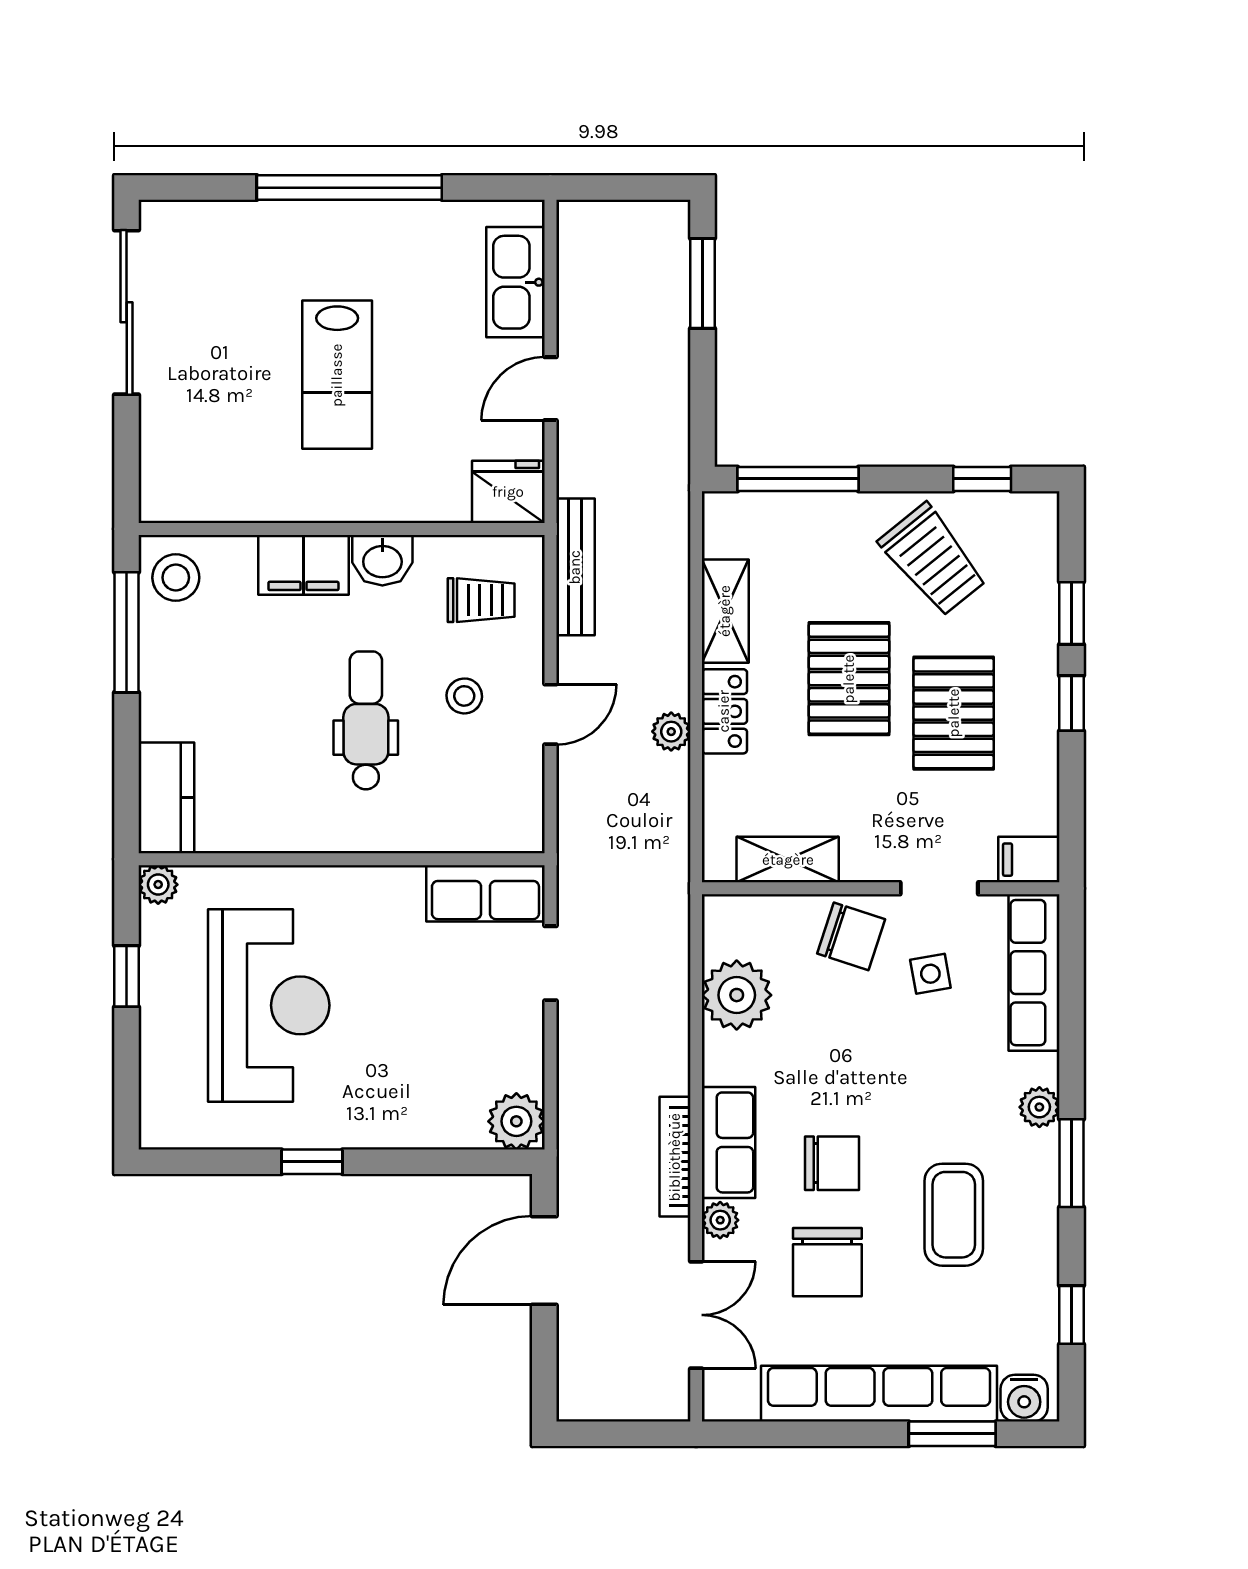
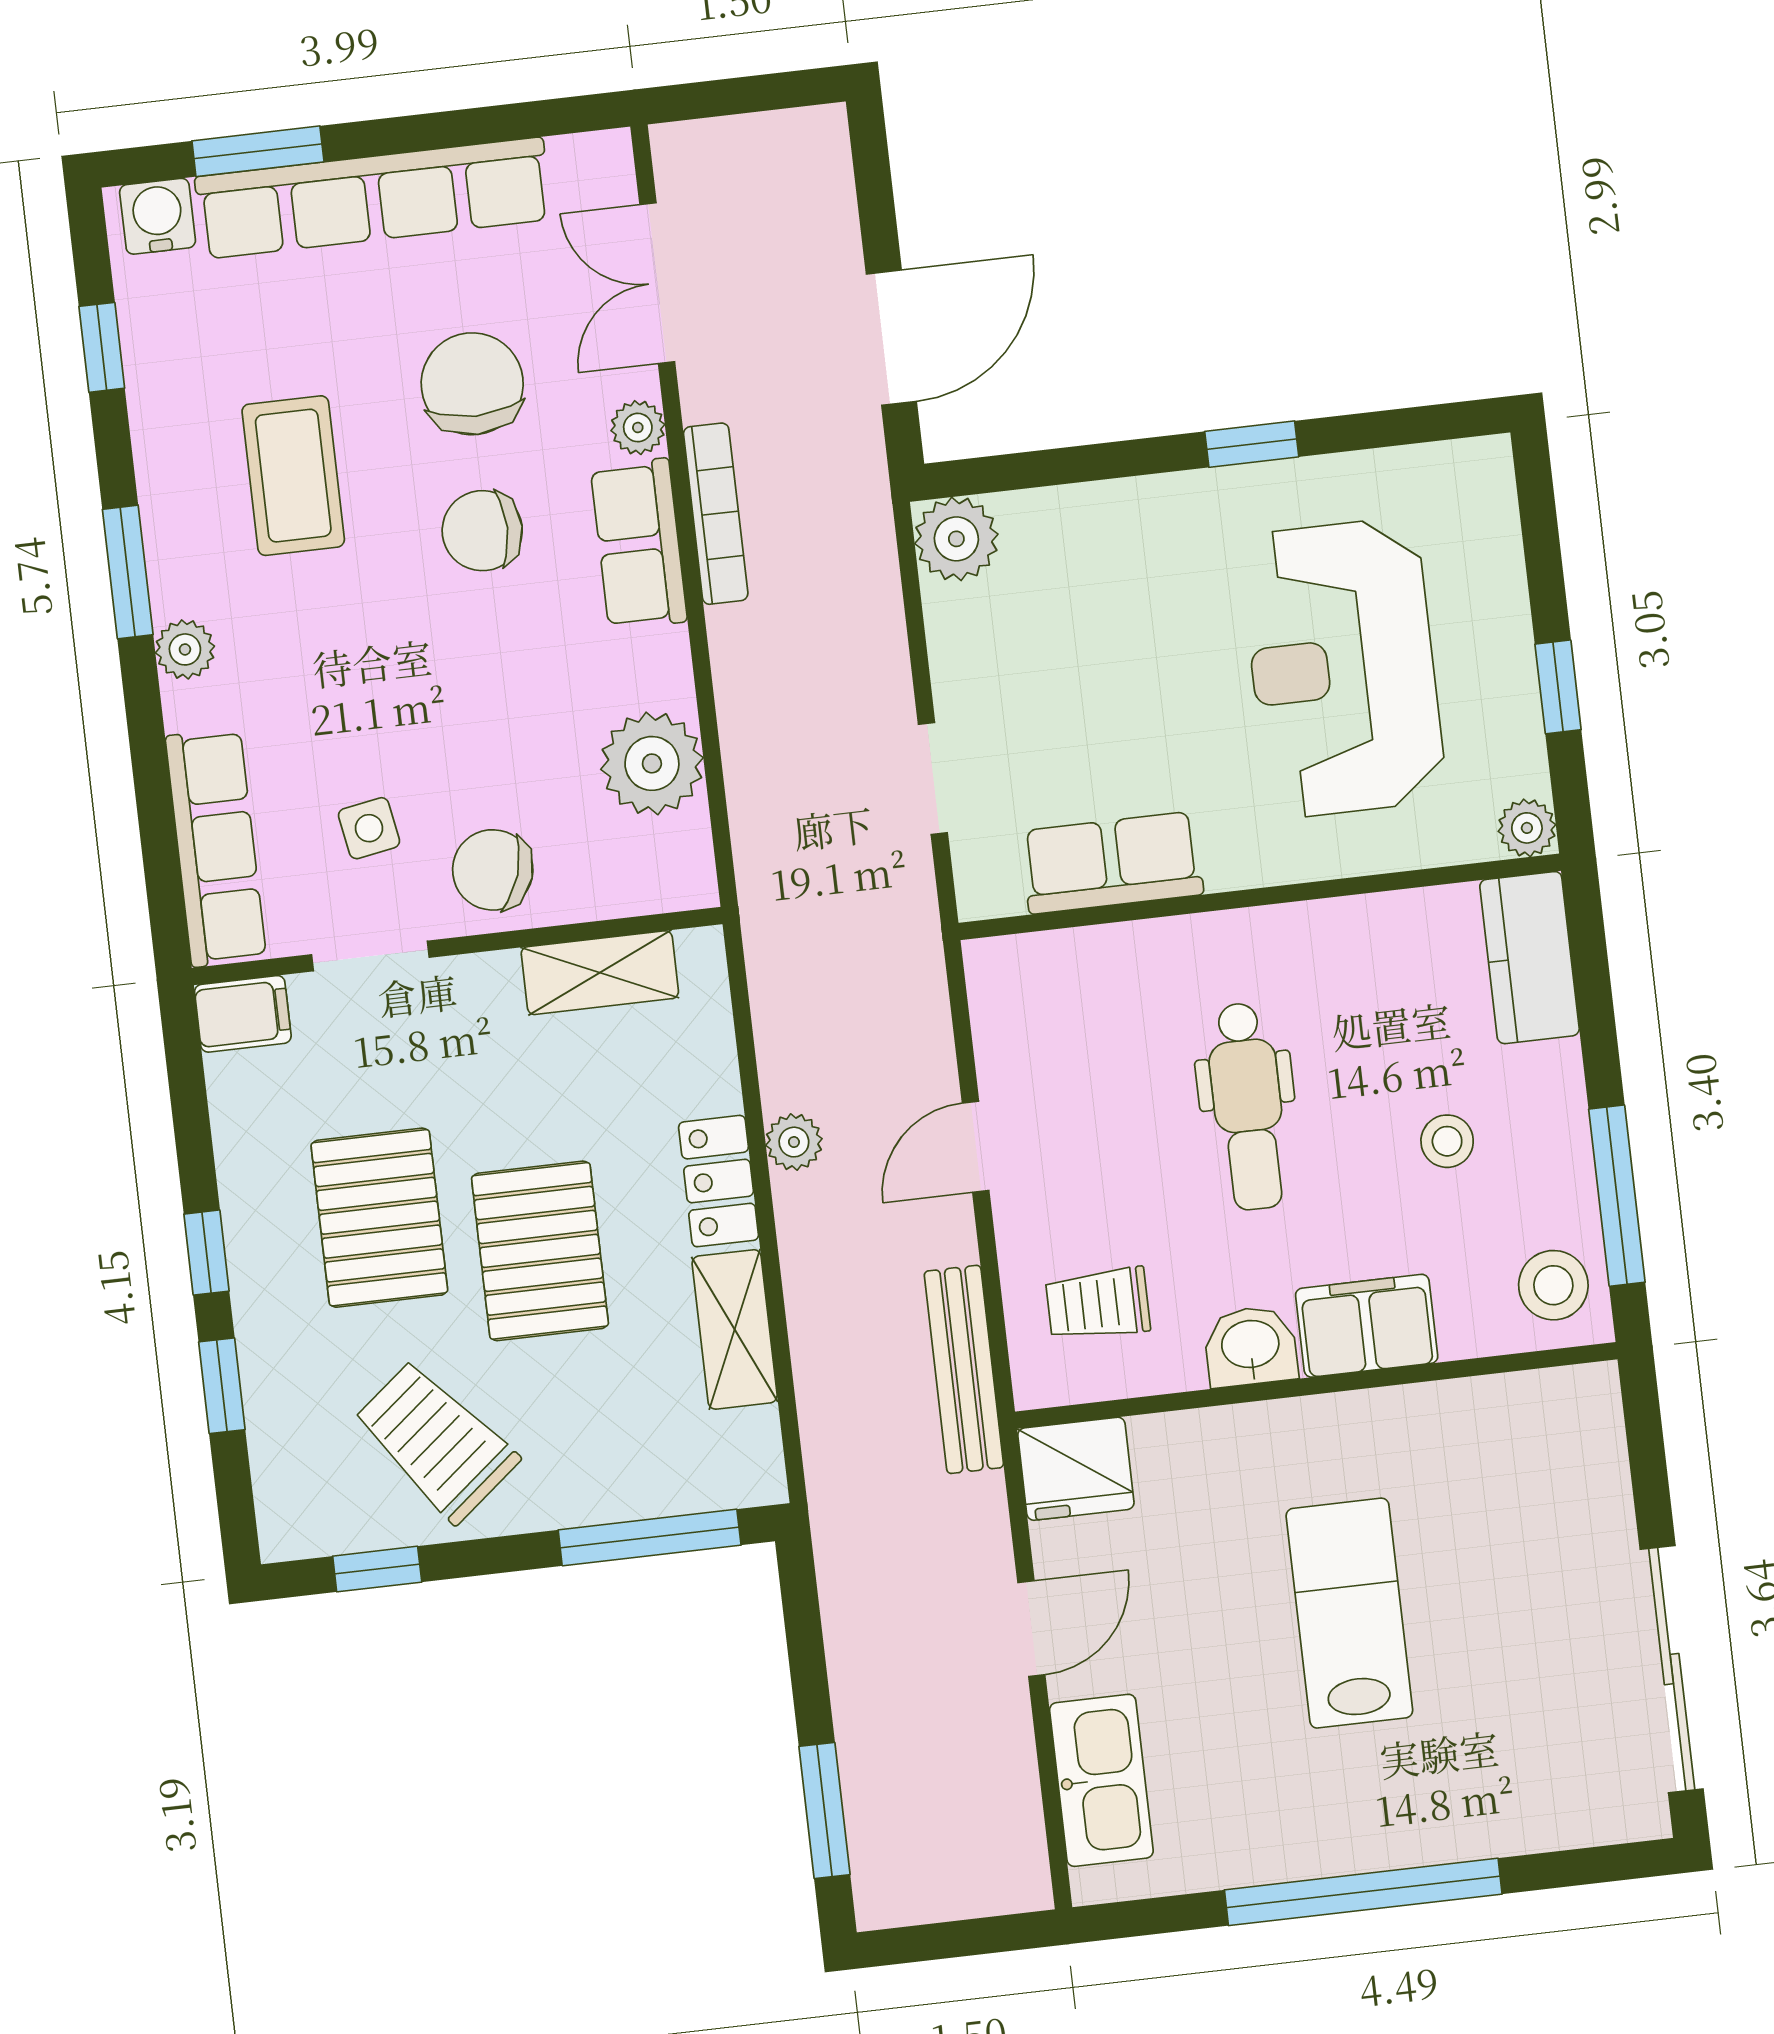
stool: (464, 696) -> (1447, 1141), moved
row of seats: (485, 893) -> (1112, 863), moved

